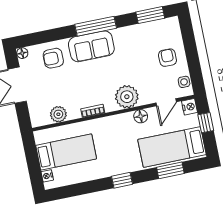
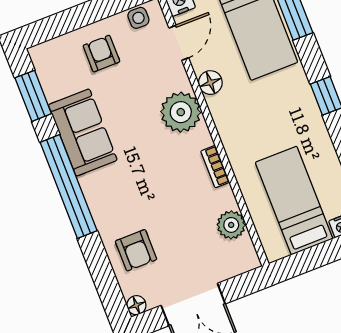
window: (96, 26) -> (69, 187), width x1.46
sofa: (91, 46) -> (83, 133), moved
armchair: (167, 58) -> (101, 54), turned 90
door: (166, 102) -> (179, 43), hinge flipped

